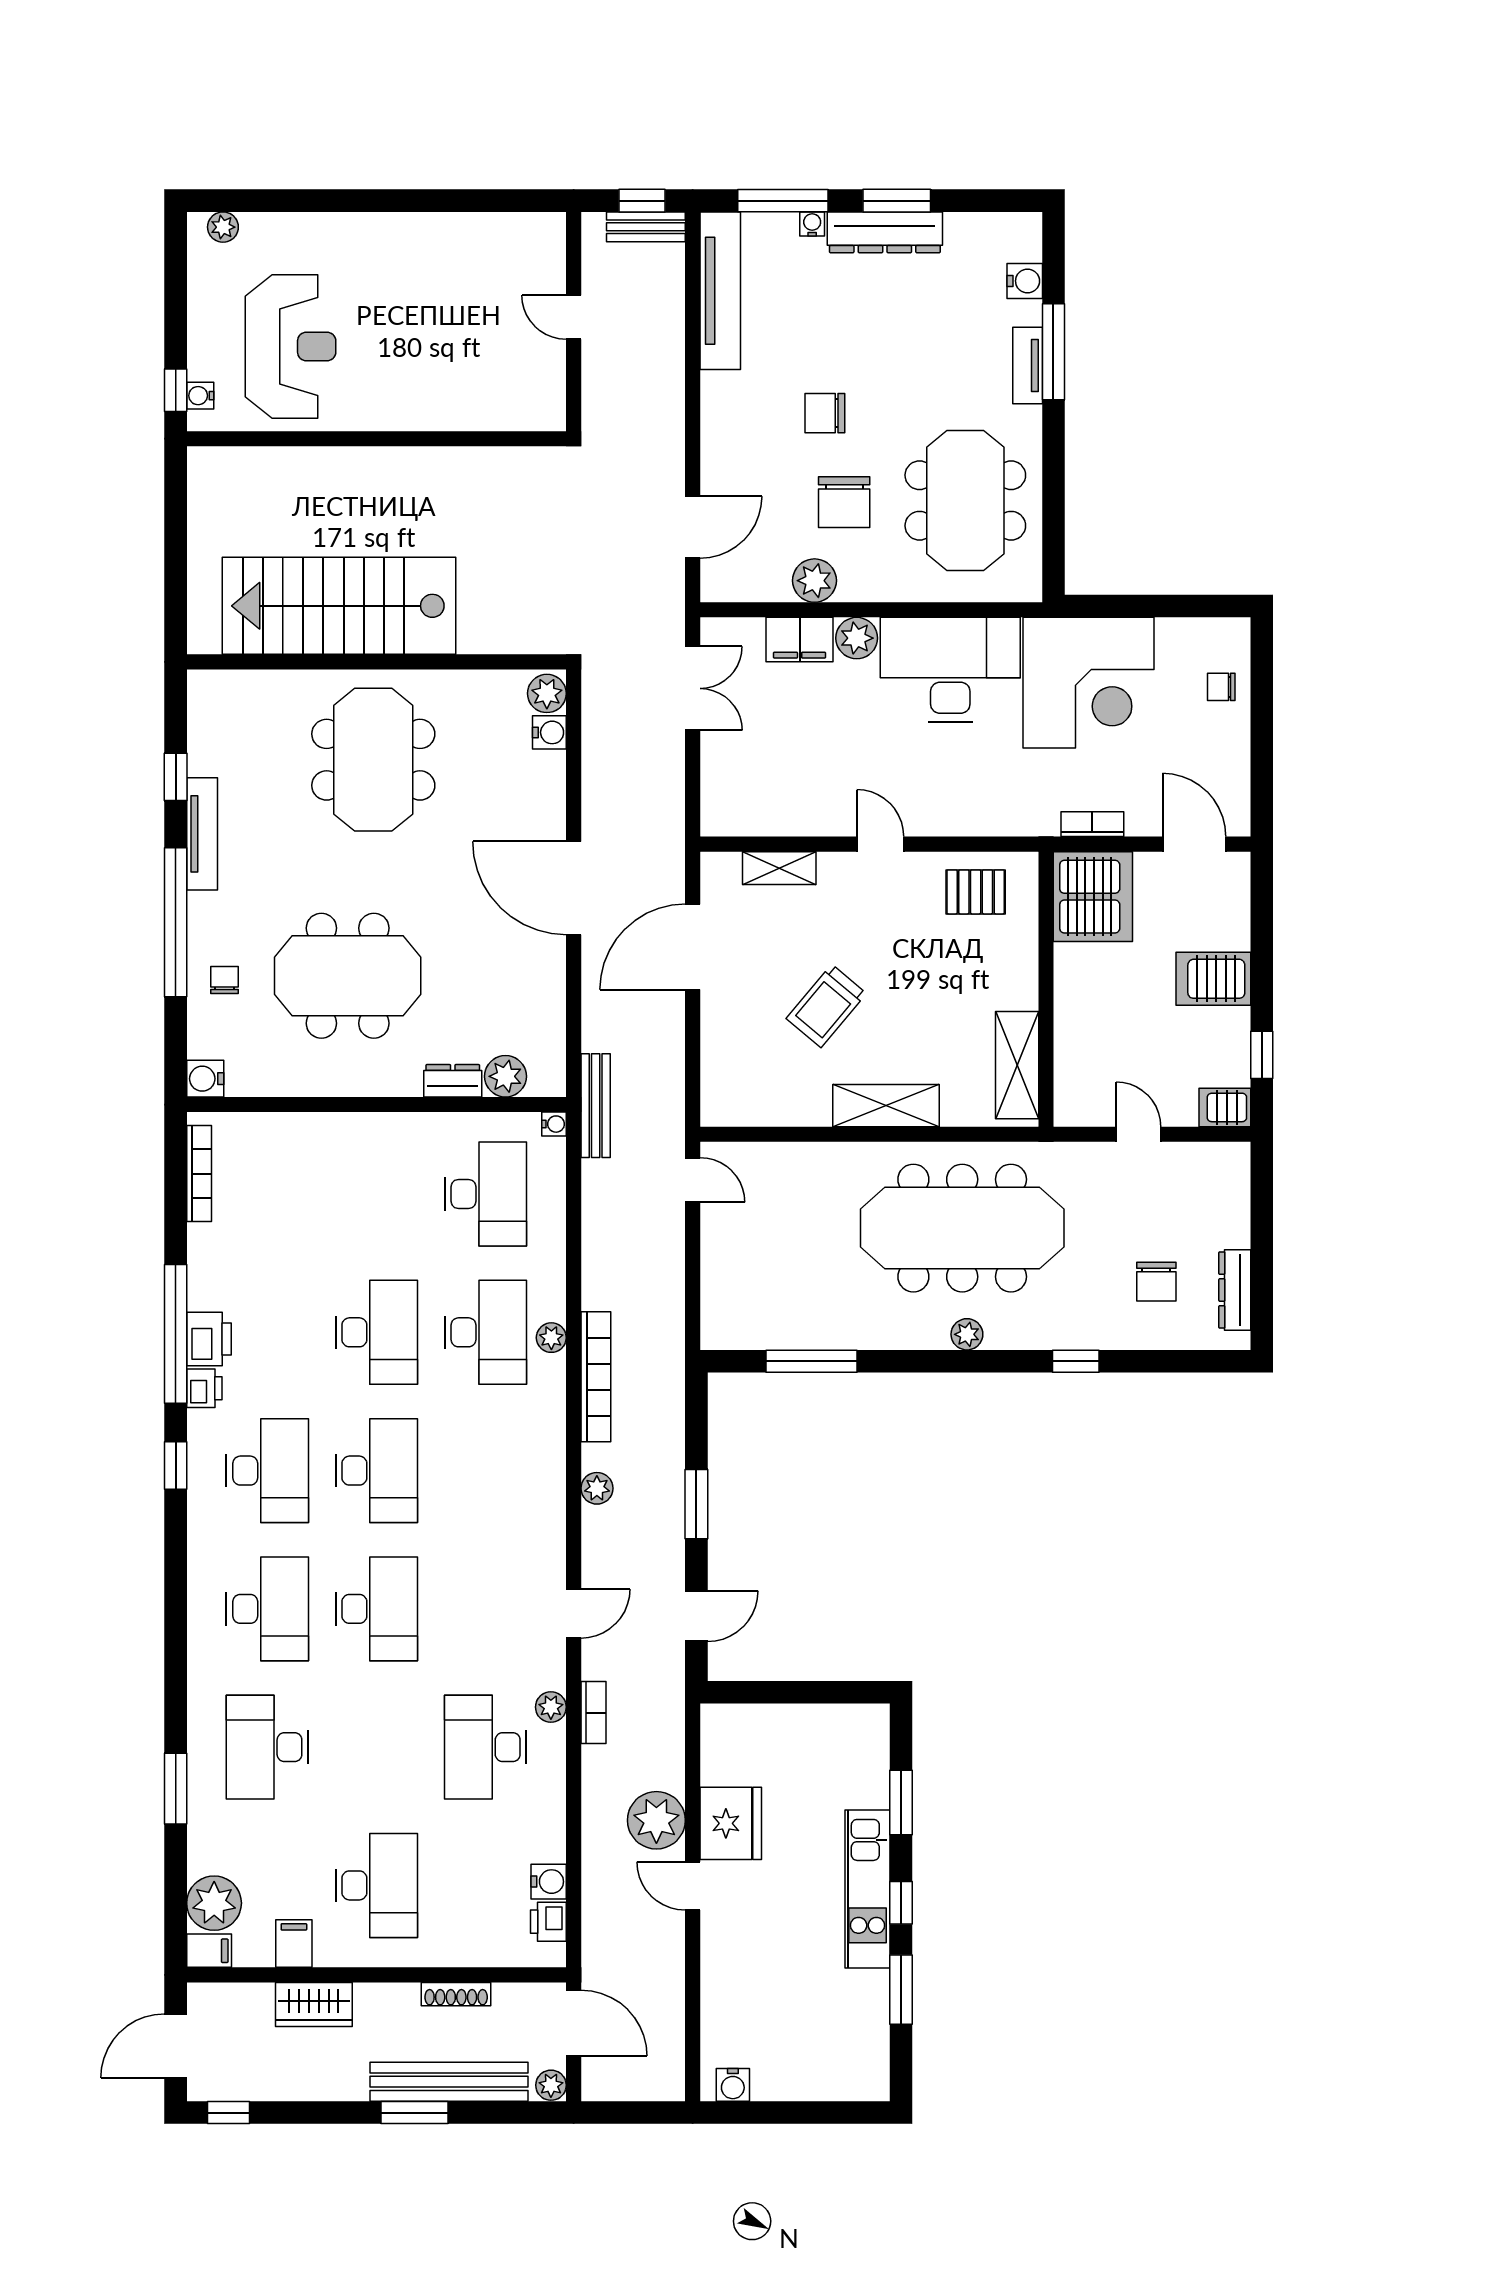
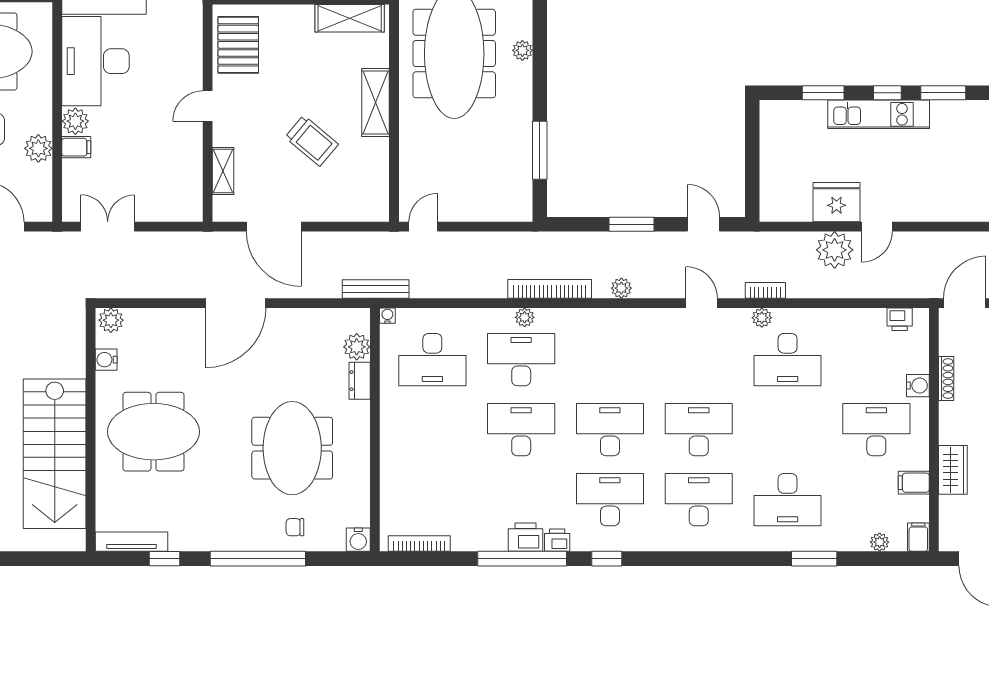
filing cabinet: (800, 640) -> (76, 147), width x0.50
water cooler: (549, 732) -> (106, 360), moved, turned -90
tv unit: (202, 834) -> (132, 542), moved
pallet: (976, 892) -> (238, 45), width x1.50, depth x1.42
desk: (486, 1194) -> (432, 360), turned 180
water cooler: (549, 1882) -> (918, 386), moved, turned 90
plant: (214, 1903) -> (880, 542), width x0.53, depth x0.53

